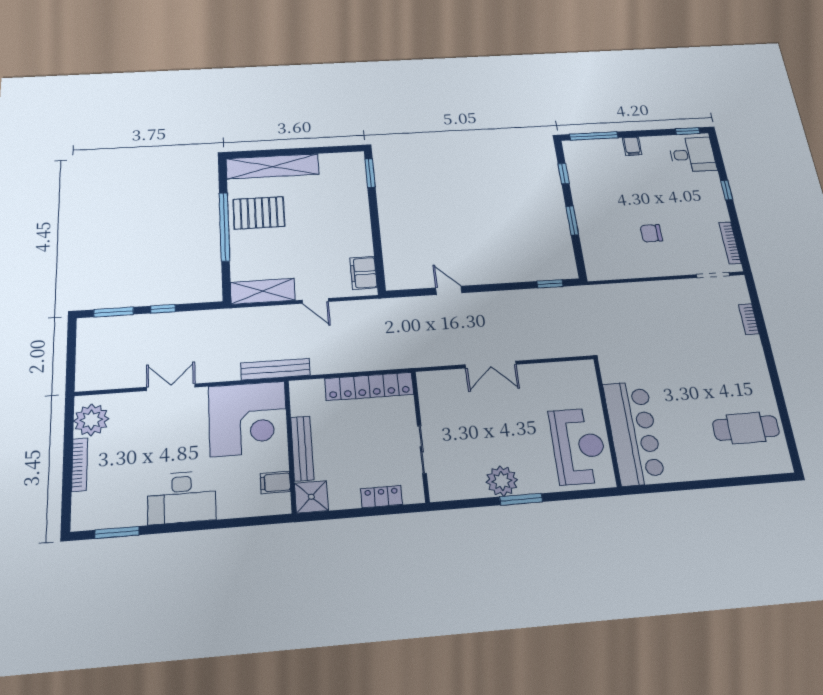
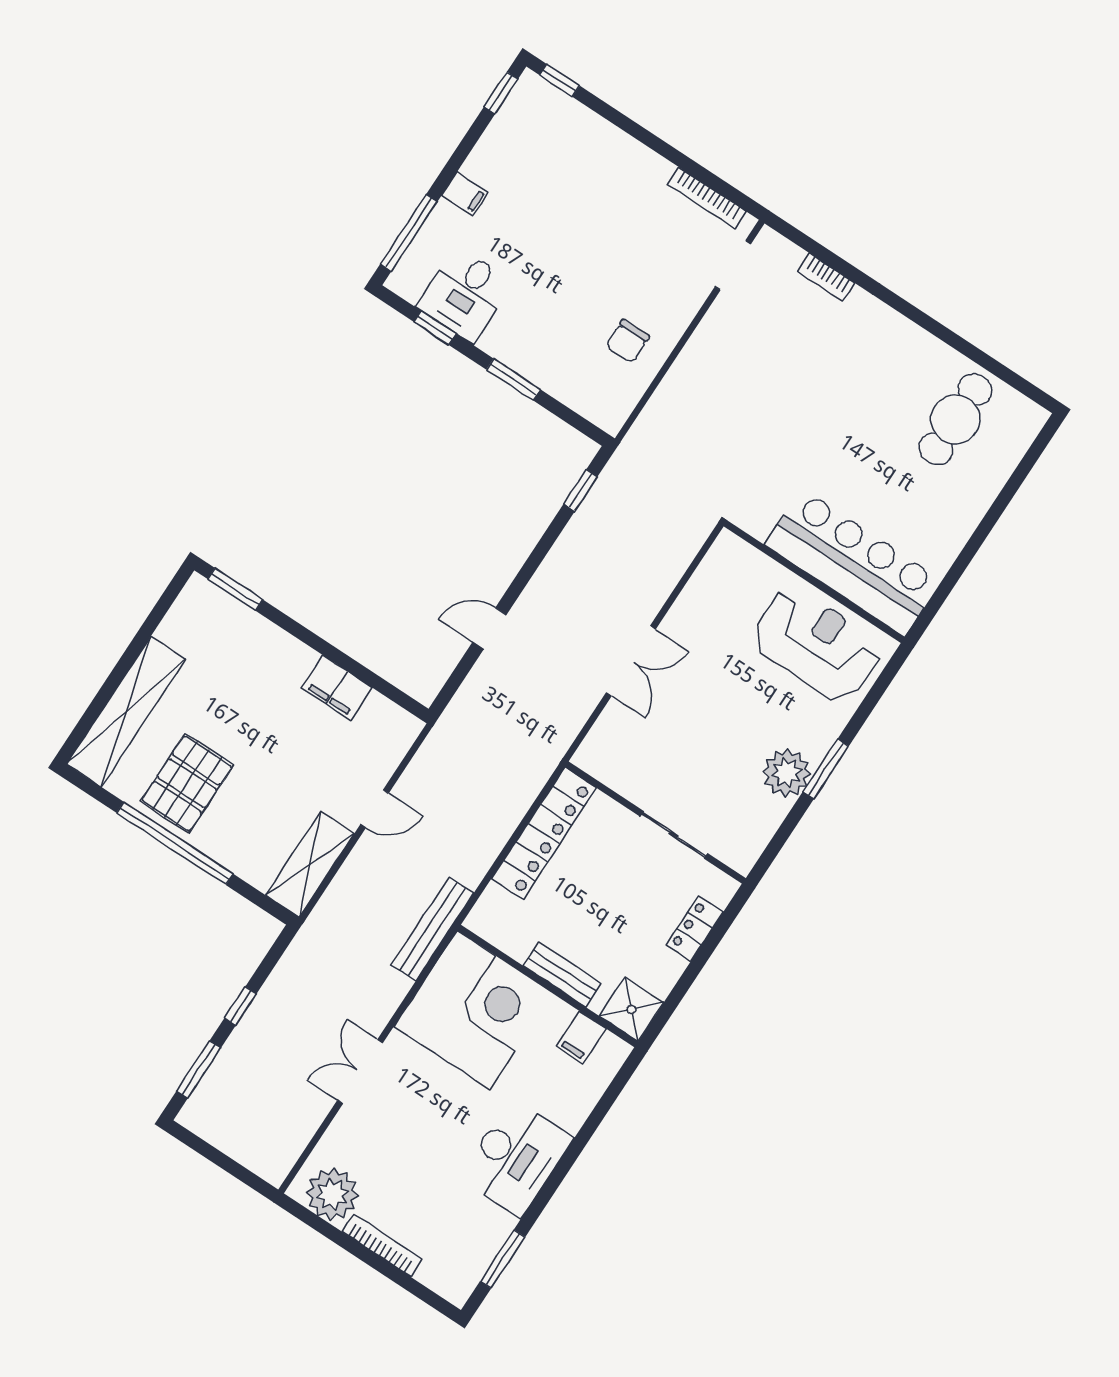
desk: (692, 155) -> (465, 294), moved, turned 180
window: (727, 190) -> (560, 80), moved
chair: (651, 233) -> (628, 341), moved
filing cabinet: (364, 273) -> (337, 688), moved
bench: (302, 448) -> (562, 974), width x0.73

